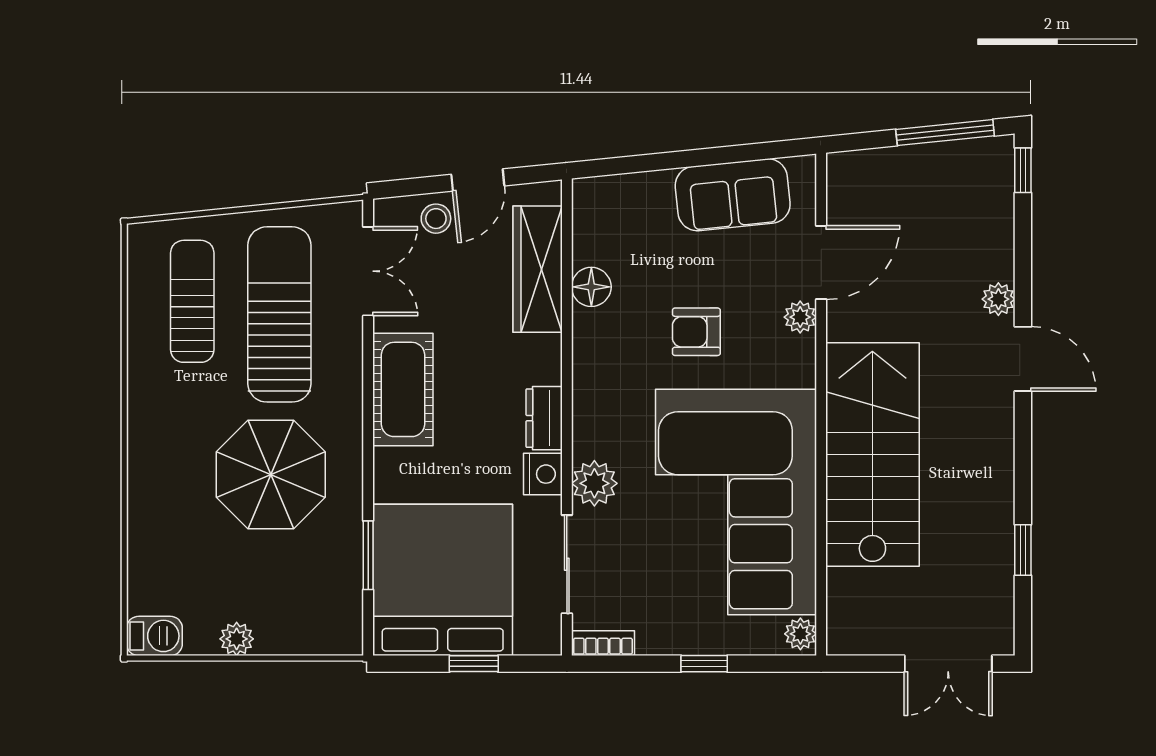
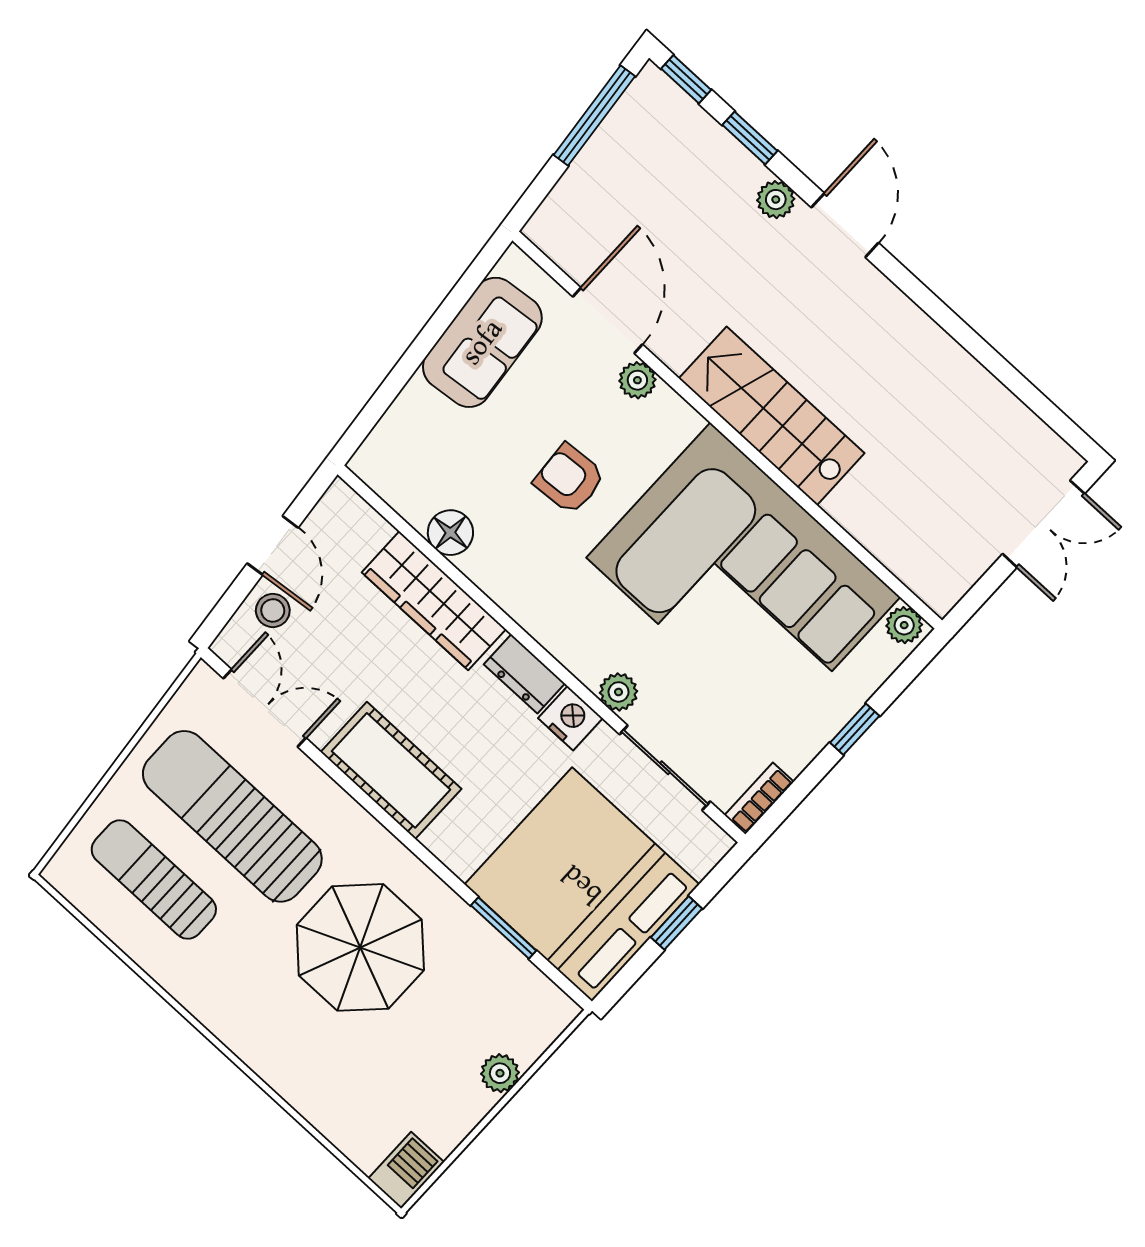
wardrobe: (538, 269) -> (434, 601), moved
armchair: (696, 332) -> (569, 479), turned 86
door: (1023, 359) -> (845, 225), hinge flipped
stairs: (872, 454) -> (772, 416), width x0.73, depth x0.66
plant: (594, 483) -> (619, 692), width x0.73, depth x0.73
window: (1023, 550) -> (750, 138), moved
plant: (237, 639) -> (500, 1073), moved

